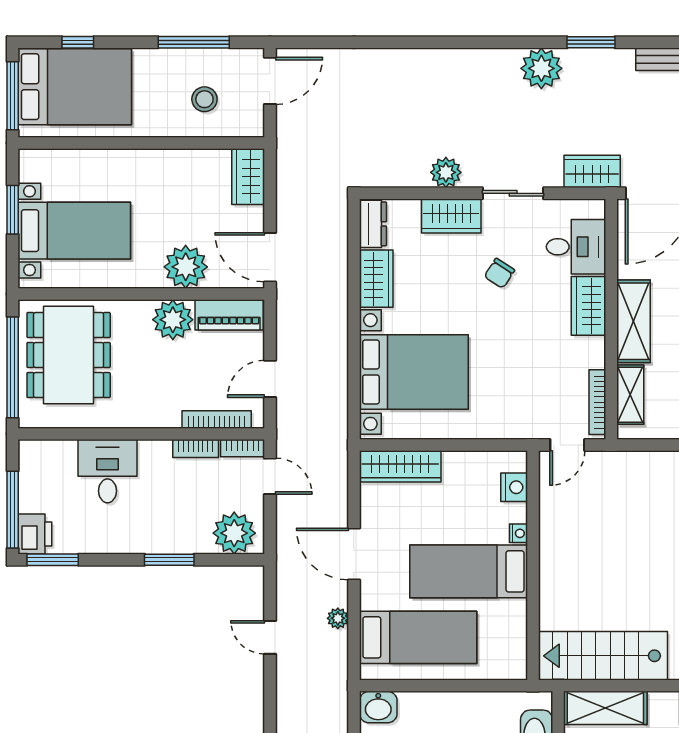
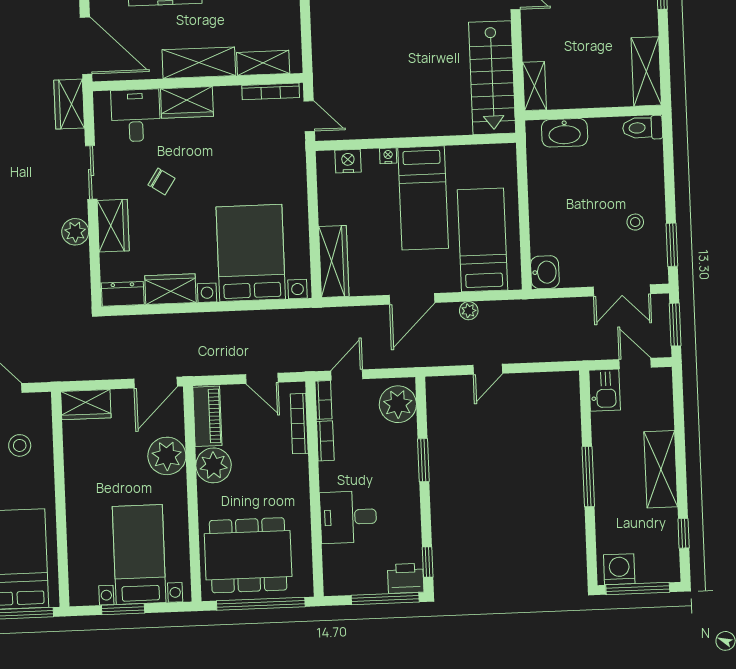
window: (53, 560) -> (428, 562), width x0.67
shelving: (605, 708) -> (534, 86), width x0.67, depth x0.75

